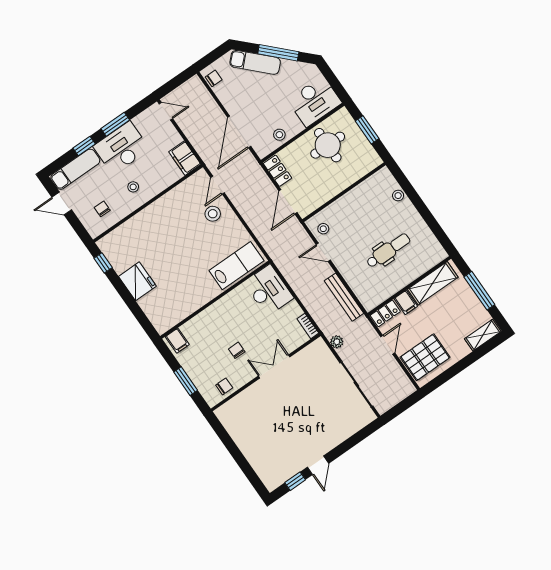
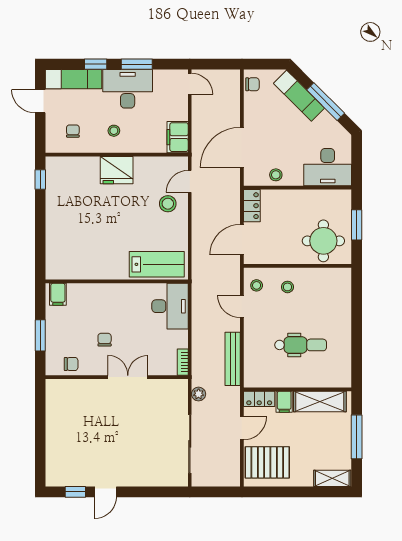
round table: (328, 145) -> (323, 241), moved
stool: (398, 196) -> (287, 287), moved
fridge: (137, 281) -> (117, 170), moved, turned 90

